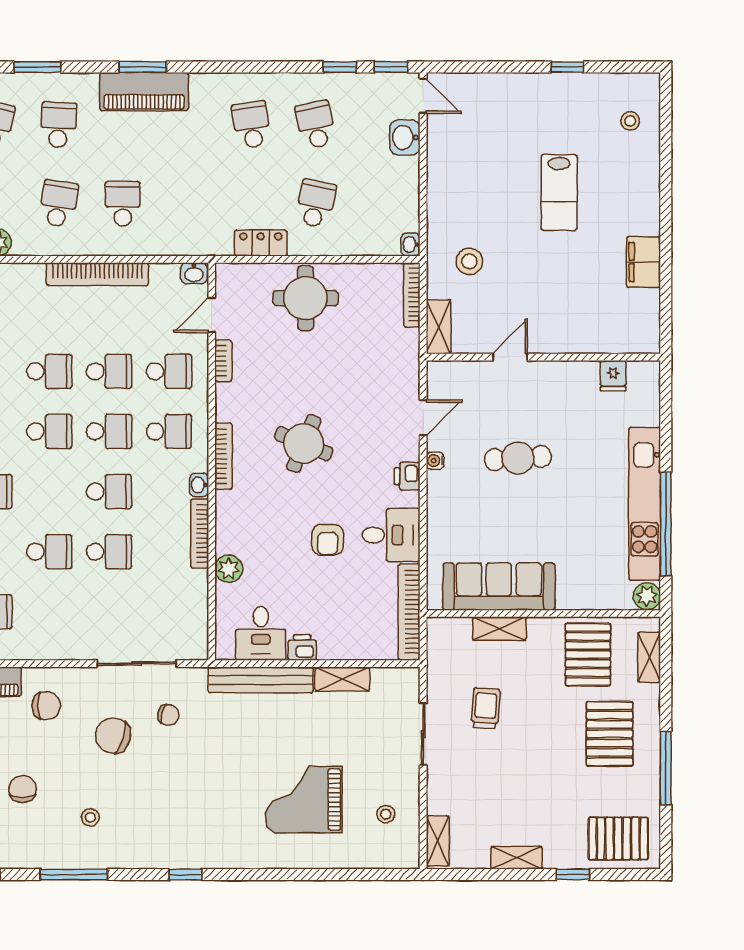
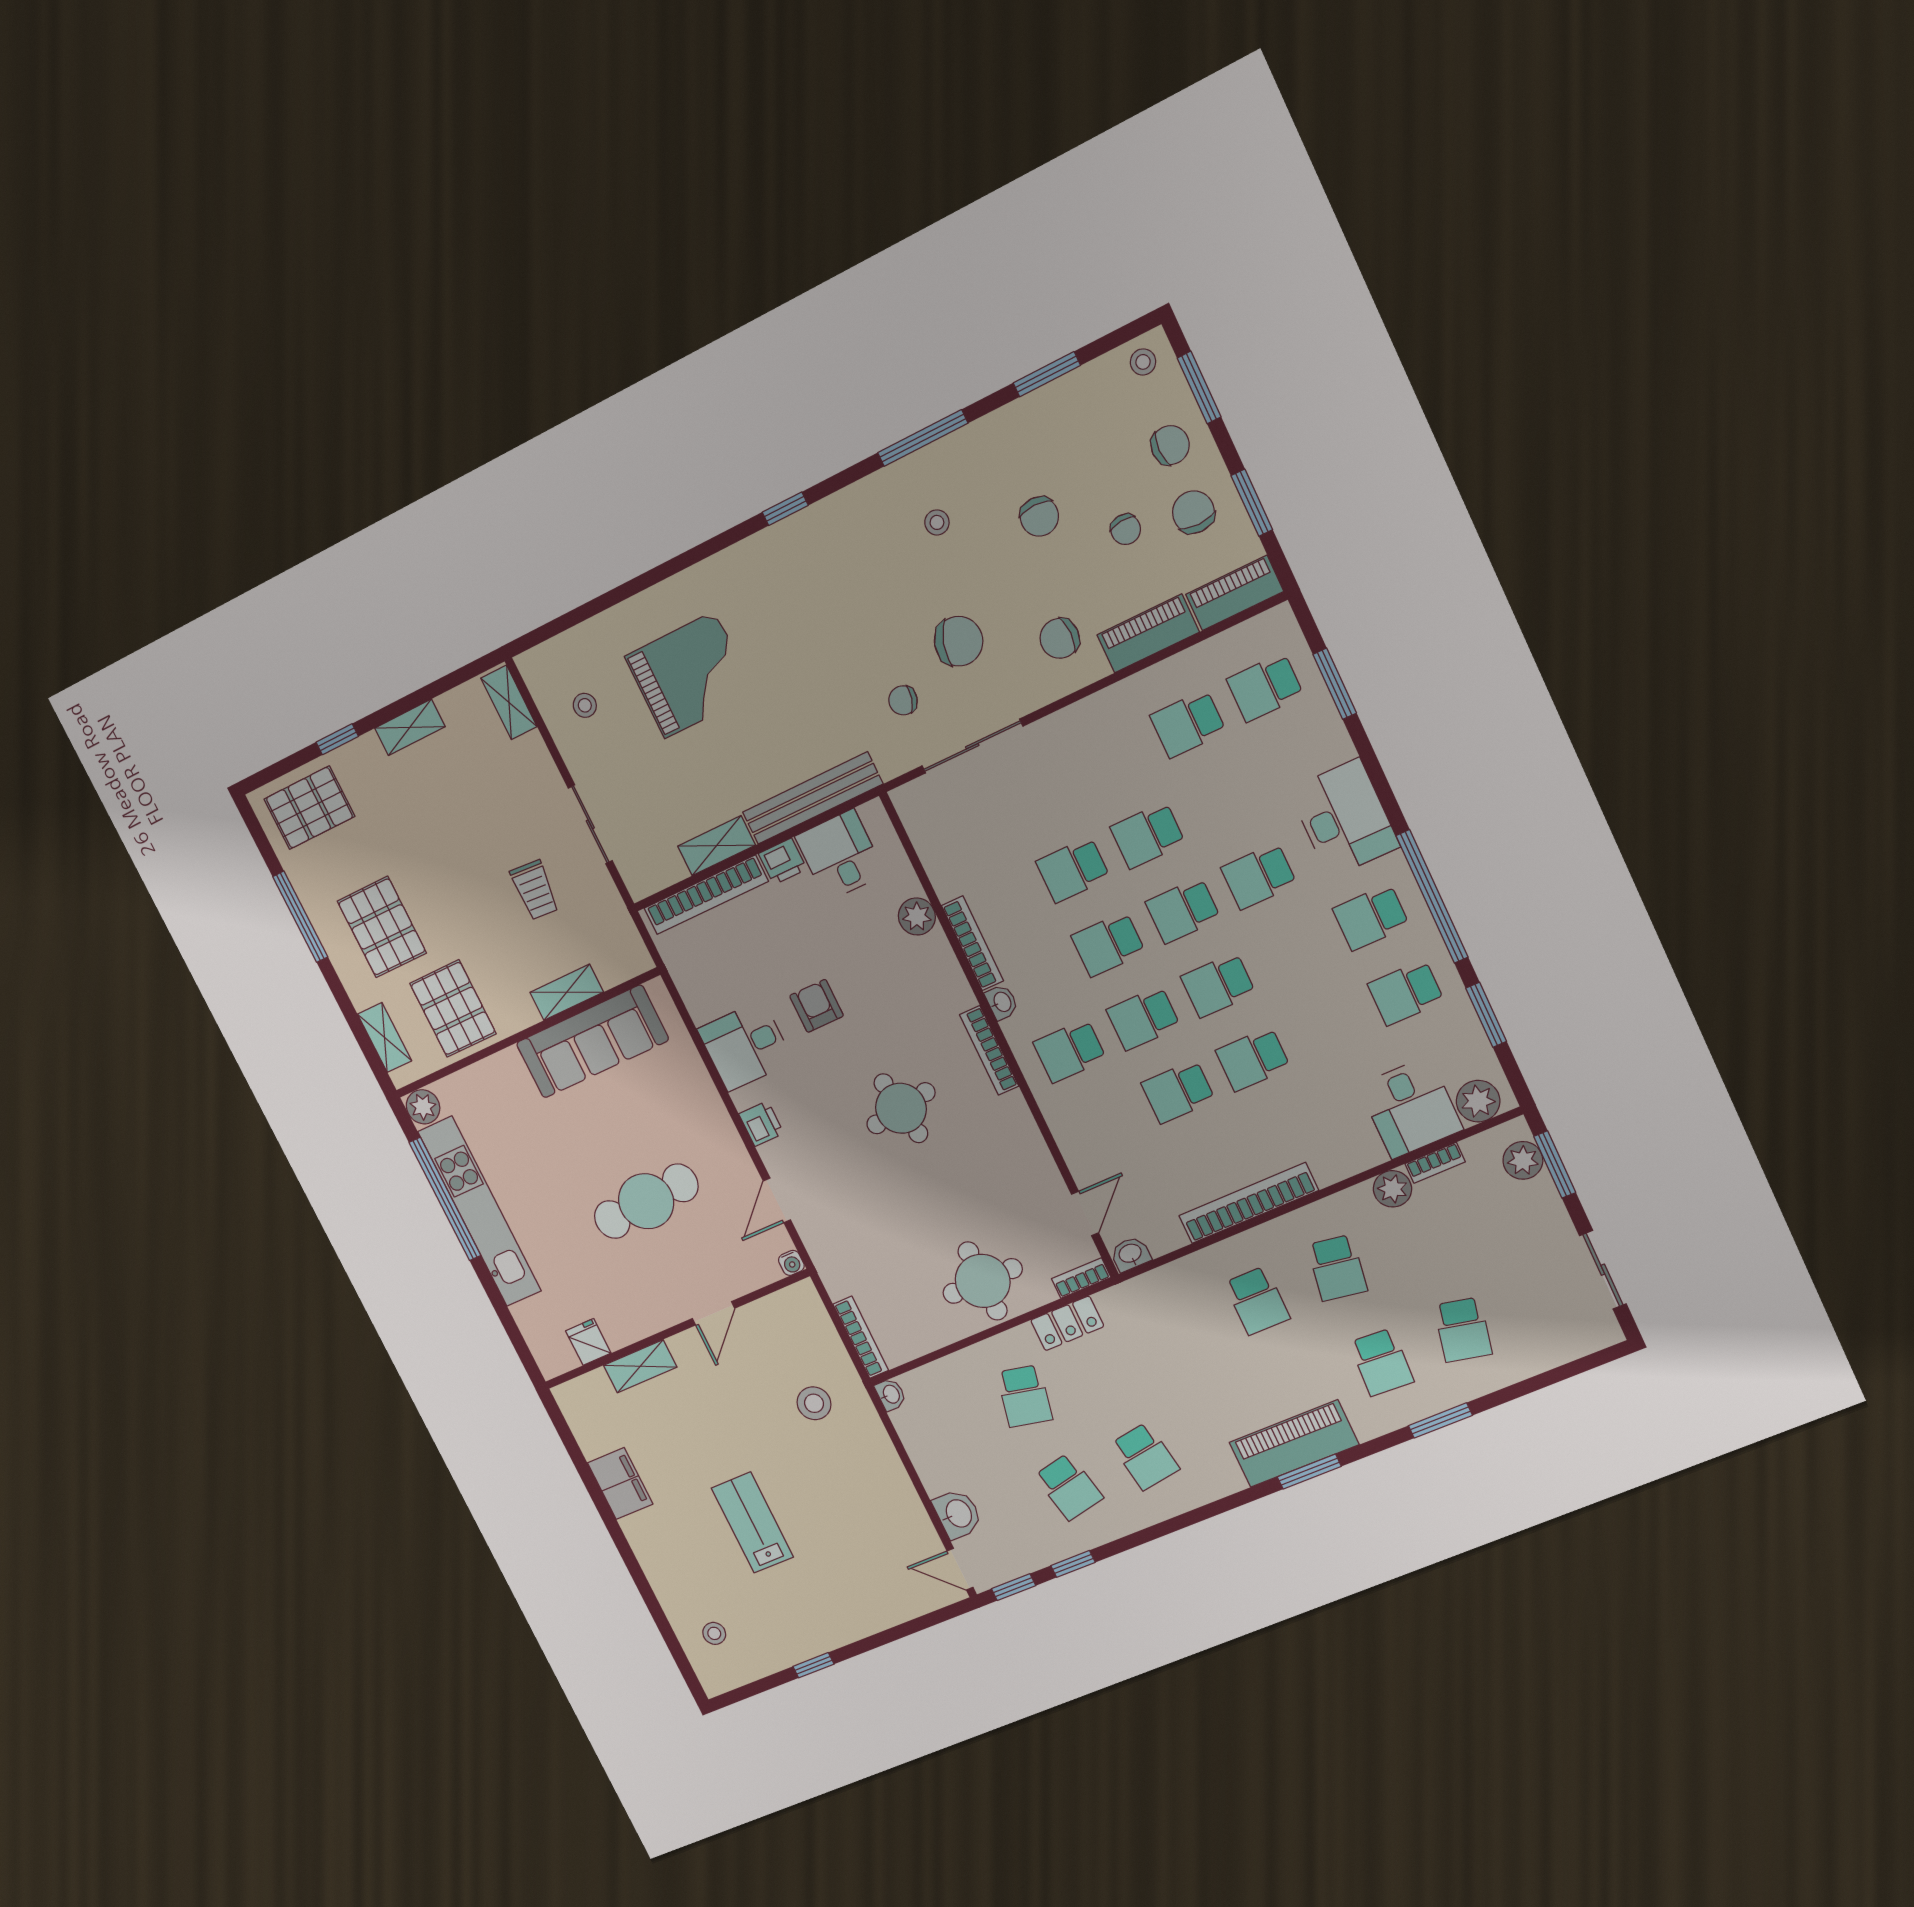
shelving: (439, 327) -> (640, 1366), moved, turned 90
bookcase: (223, 361) -> (1081, 1278), moved, turned 90
school desk: (169, 371) -> (1183, 910), moved
round table: (304, 444) -> (901, 1108), turned -32
cafe table: (518, 458) -> (646, 1201), width x1.37, depth x1.35
water cooler: (435, 461) -> (791, 1263), moved, turned 90
bookcase: (409, 612) -> (706, 895), moved, turned 90

